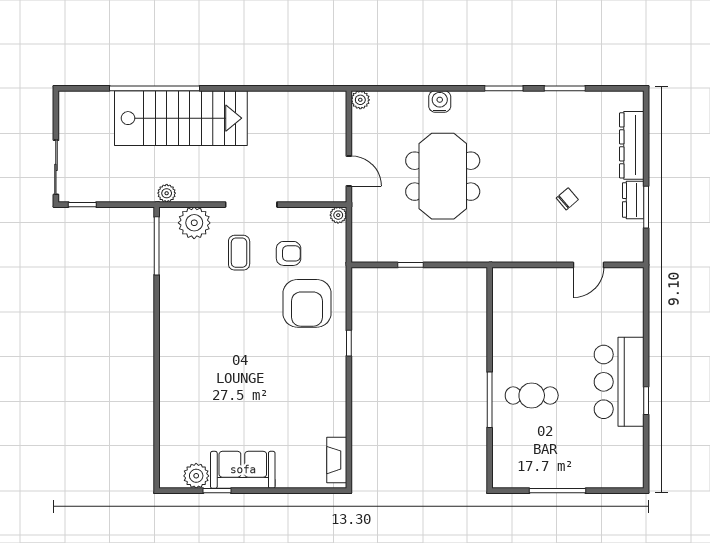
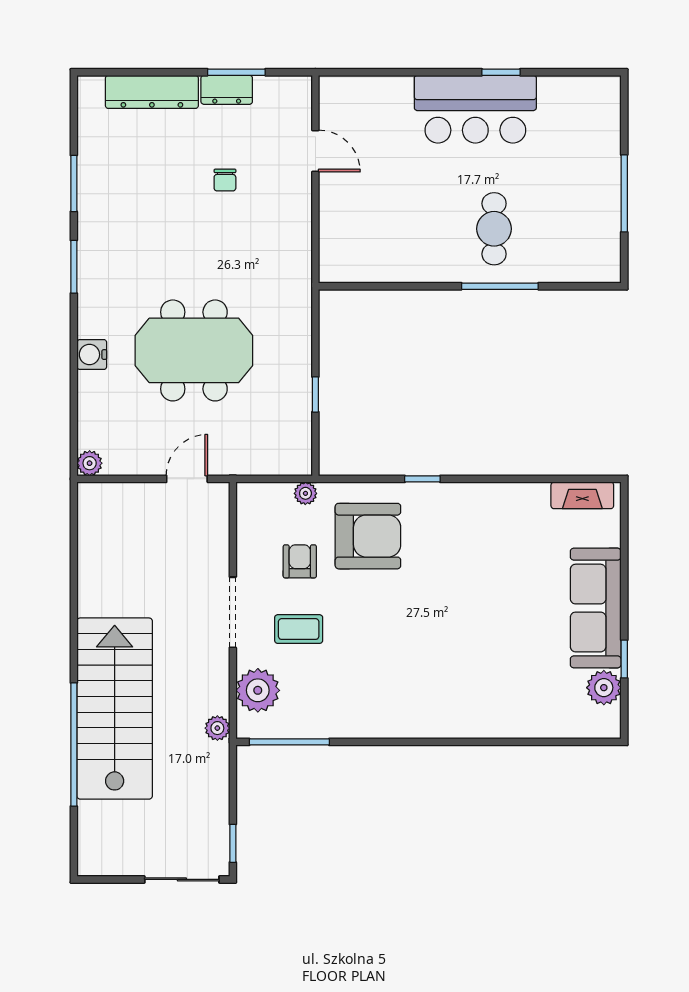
chair: (567, 199) -> (225, 180), turned -139
plant: (338, 215) -> (305, 493), moved
sofa: (243, 470) -> (596, 608), width x1.36

